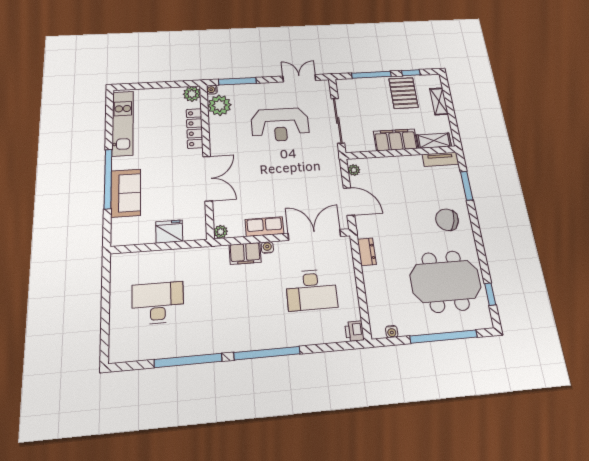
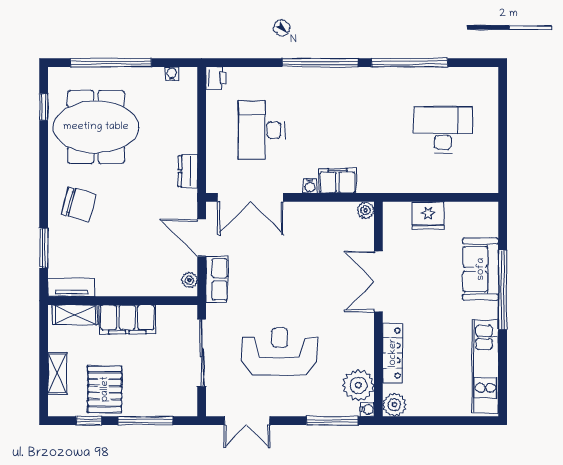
row of seats: (264, 227) -> (217, 279), moved, turned -90
desk: (311, 290) -> (261, 130), turned -90
desk: (158, 303) -> (443, 130), turned 180

